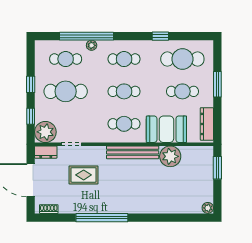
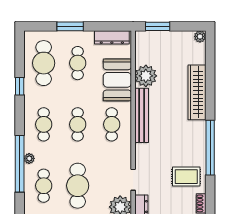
rug: (84, 175) -> (186, 177), moved, turned 90
wardrobe: (155, 205) -> (197, 92), added

